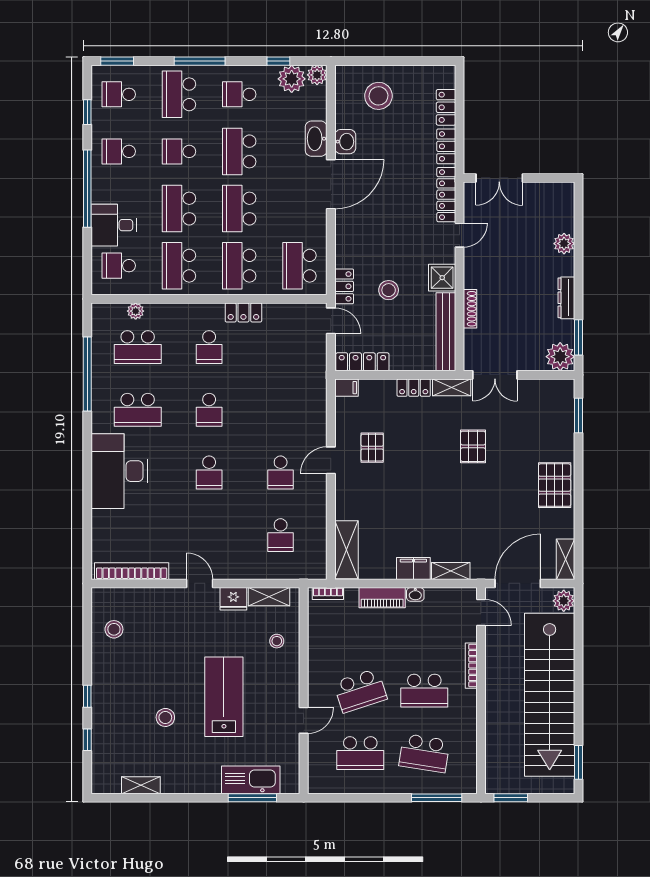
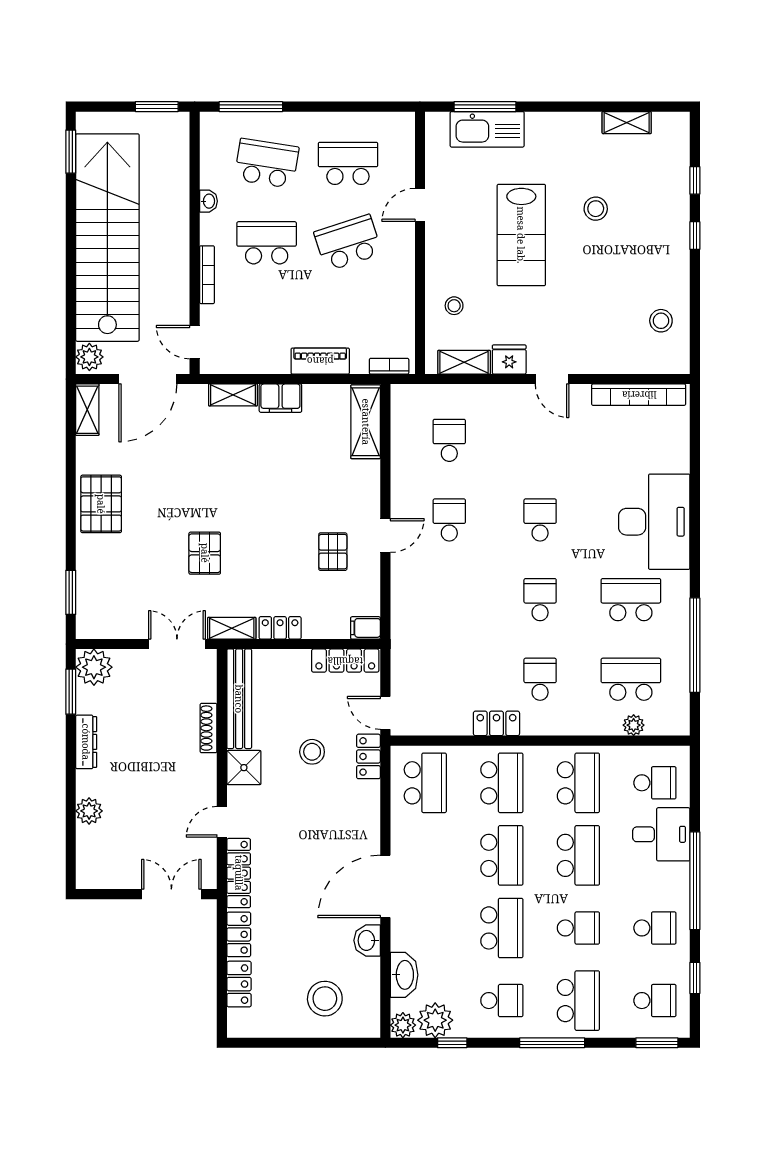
washbasin: (316, 139) -> (404, 975), moved
washbasin: (415, 594) -> (208, 201), moved, turned 90

